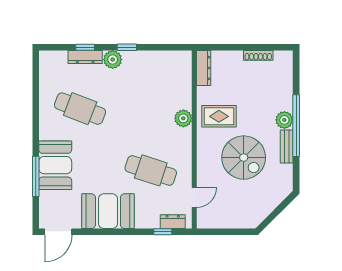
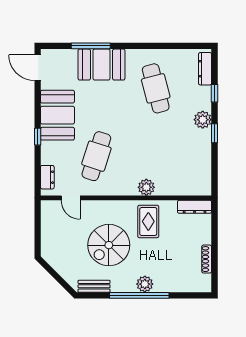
dresser: (85, 57) -> (205, 69), moved
cafe table: (80, 109) -> (156, 88), turned -36
bench: (287, 147) -> (94, 286), moved
window: (163, 232) -> (38, 137), moved

